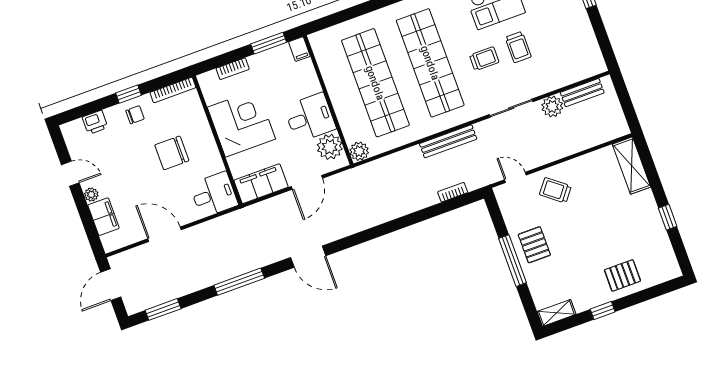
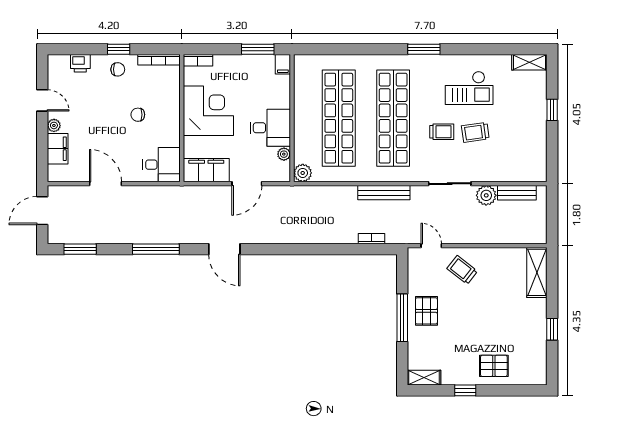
trolley: (518, 47) -> (475, 132), turned 82
bookcase: (233, 69) -> (198, 60), moved
plant: (330, 147) -> (284, 154), width x0.53, depth x0.53
chair: (172, 153) -> (138, 115), width x0.54, depth x0.54

